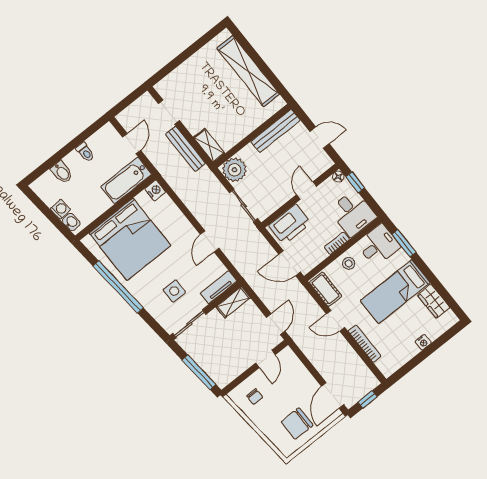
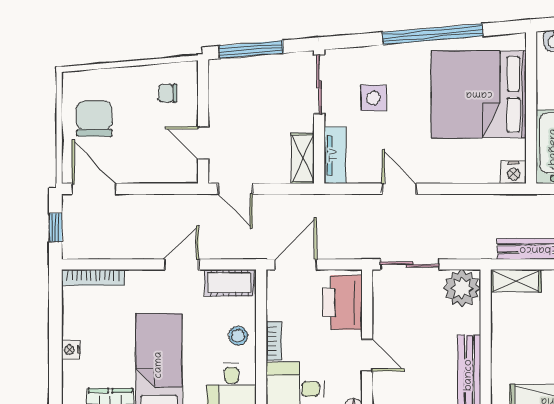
bookcase: (365, 344) -> (93, 277), moved

